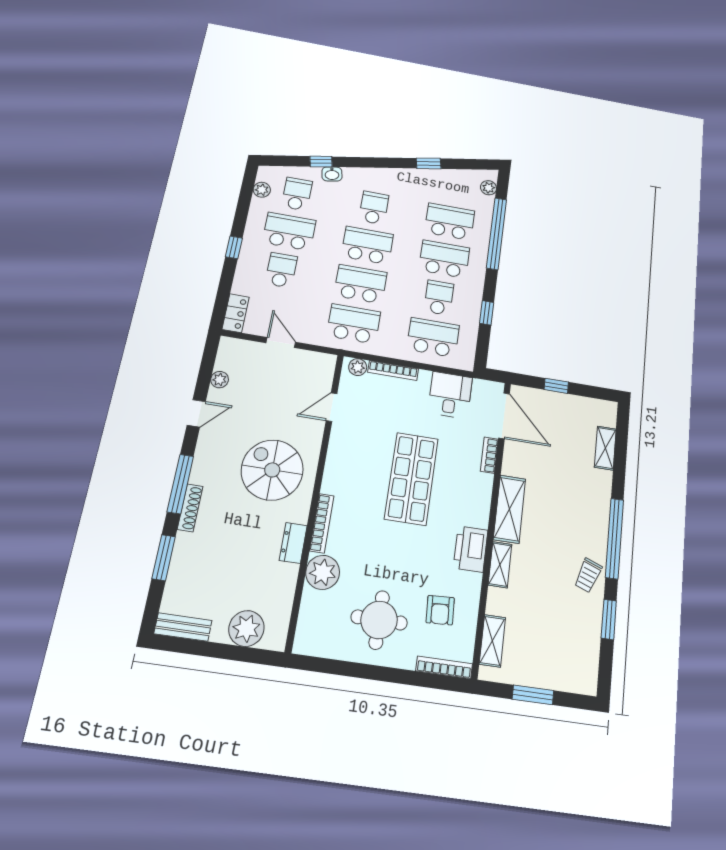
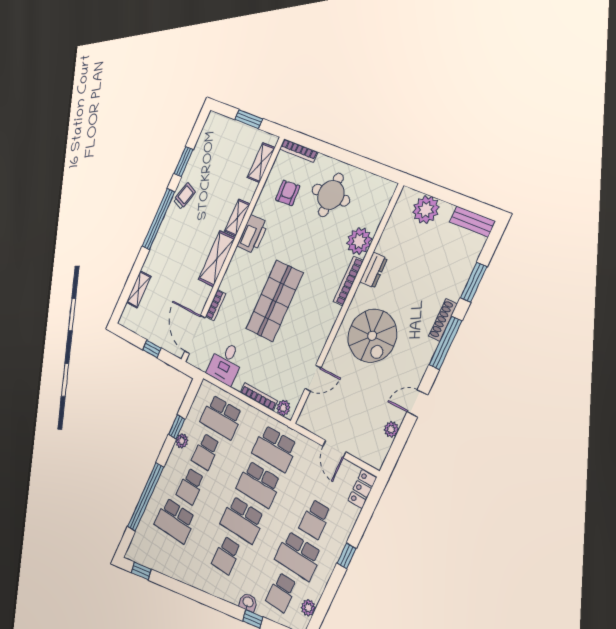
window: (429, 163) -> (141, 571), moved
plant: (488, 188) -> (182, 441), moved
school desk: (444, 259) -> (190, 486), width x0.54

